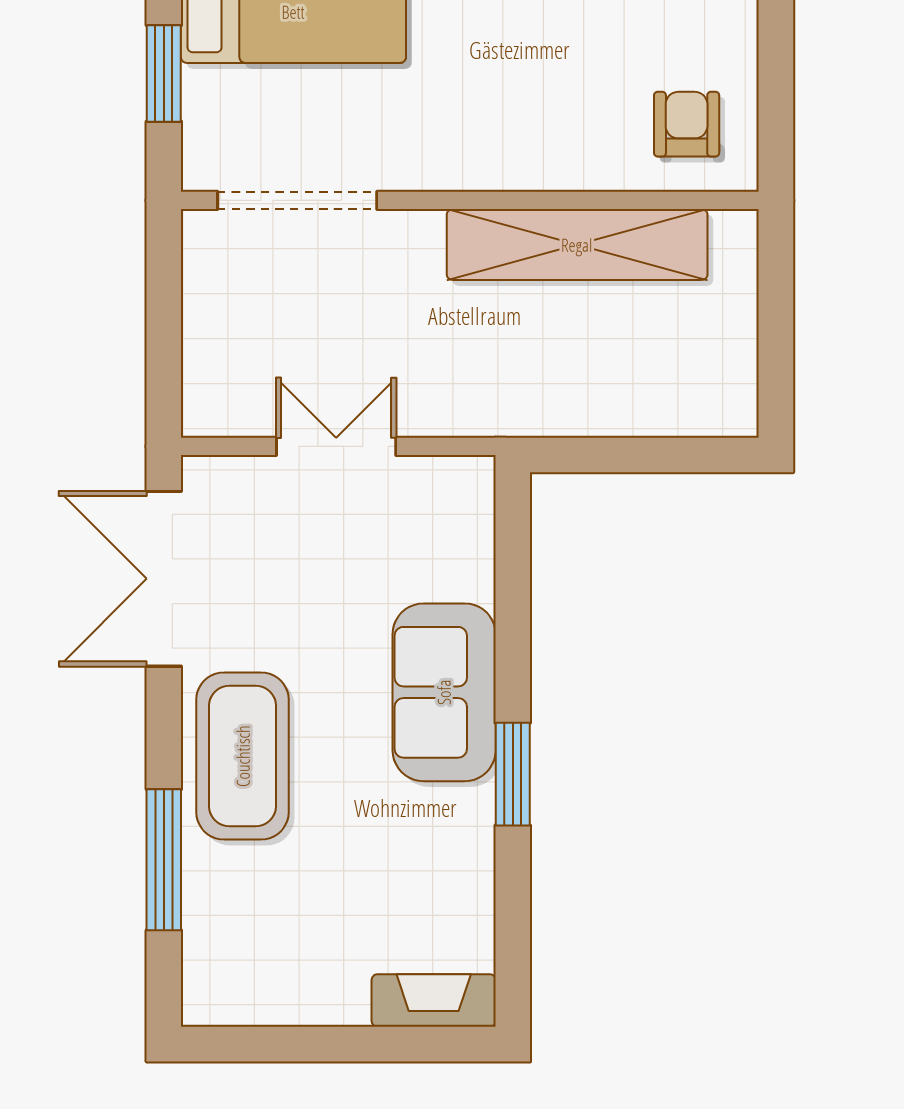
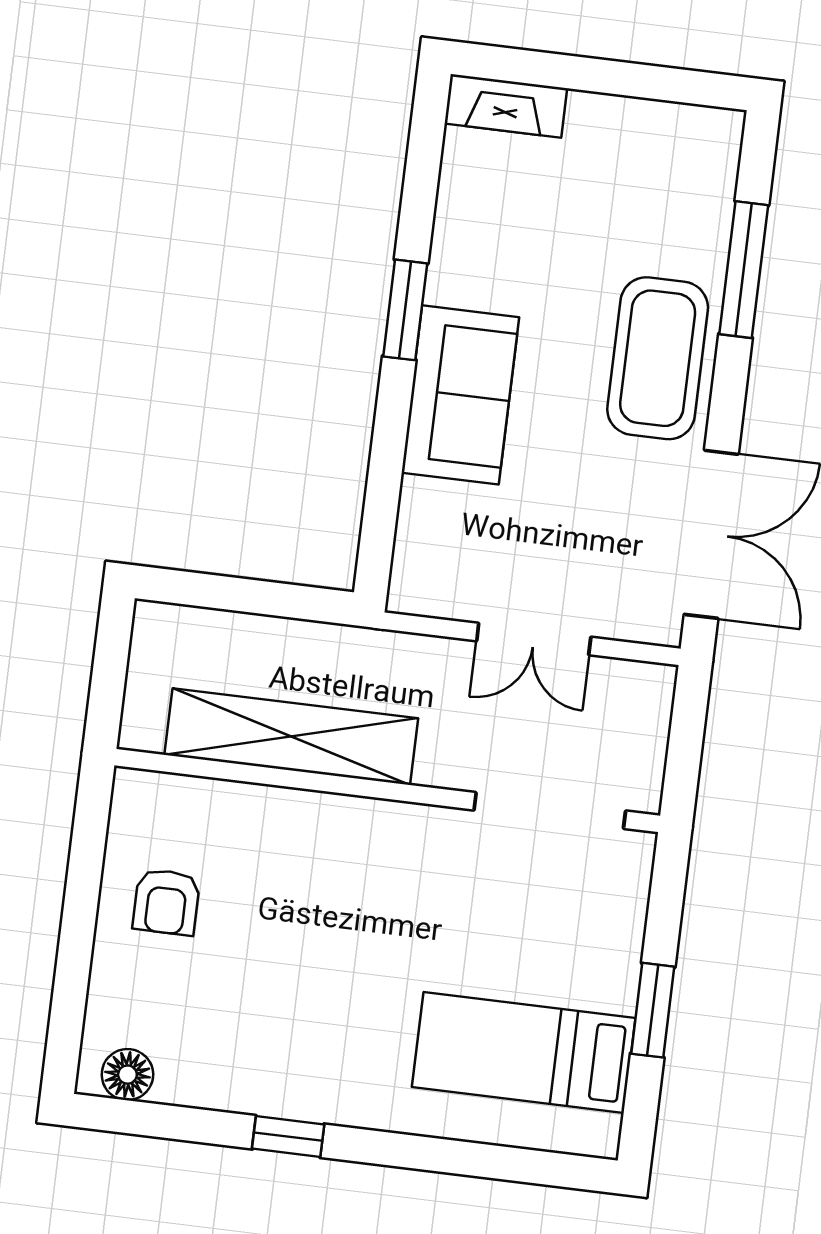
doorway: (297, 200) -> (550, 811), moved
wall: (470, 200) -> (387, 791), moved
shelving: (577, 245) -> (291, 737), moved

